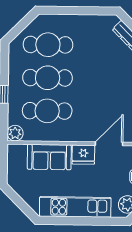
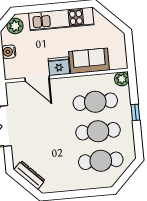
door: (109, 144) -> (37, 78), hinge flipped

